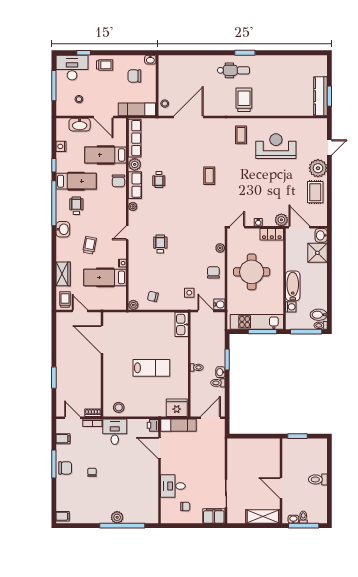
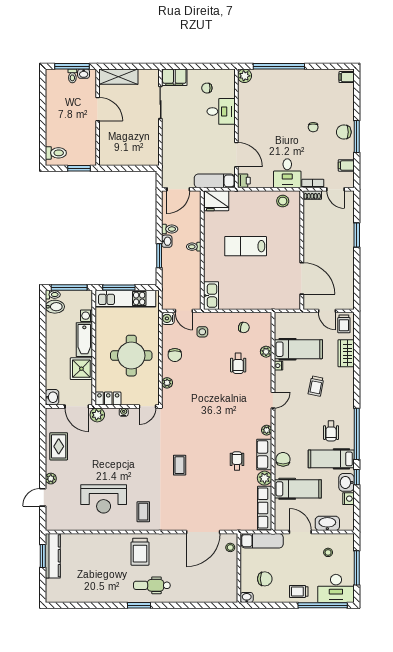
window: (84, 53) -> (323, 605), width x3.17
plant: (318, 168) -> (51, 479), width x0.53, depth x0.53
washbasin: (63, 229) -> (346, 482), moved
wheelchair: (160, 244) -> (238, 363), moved
shower: (317, 253) -> (81, 369), moved
plant: (133, 305) -> (266, 352), moved
toilet: (318, 479) -> (56, 153), moved
plant: (117, 517) -> (245, 76), moved

